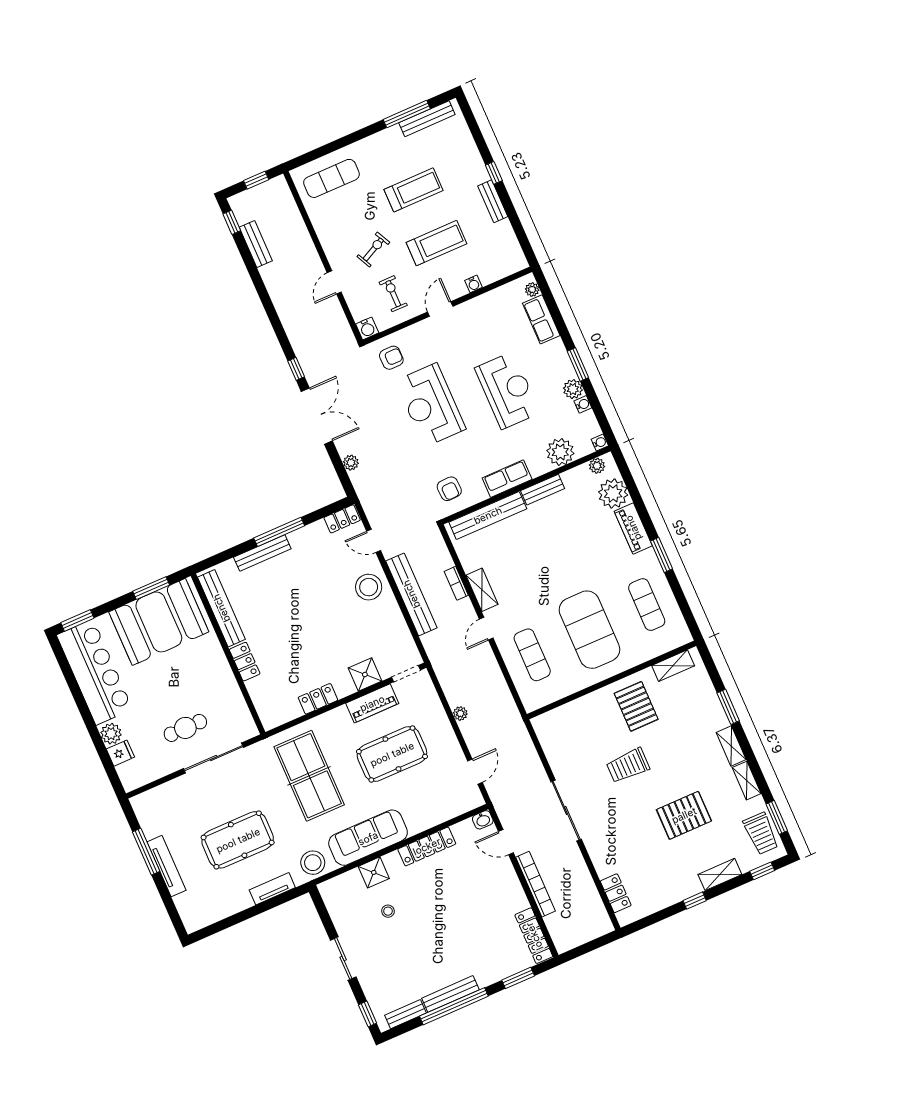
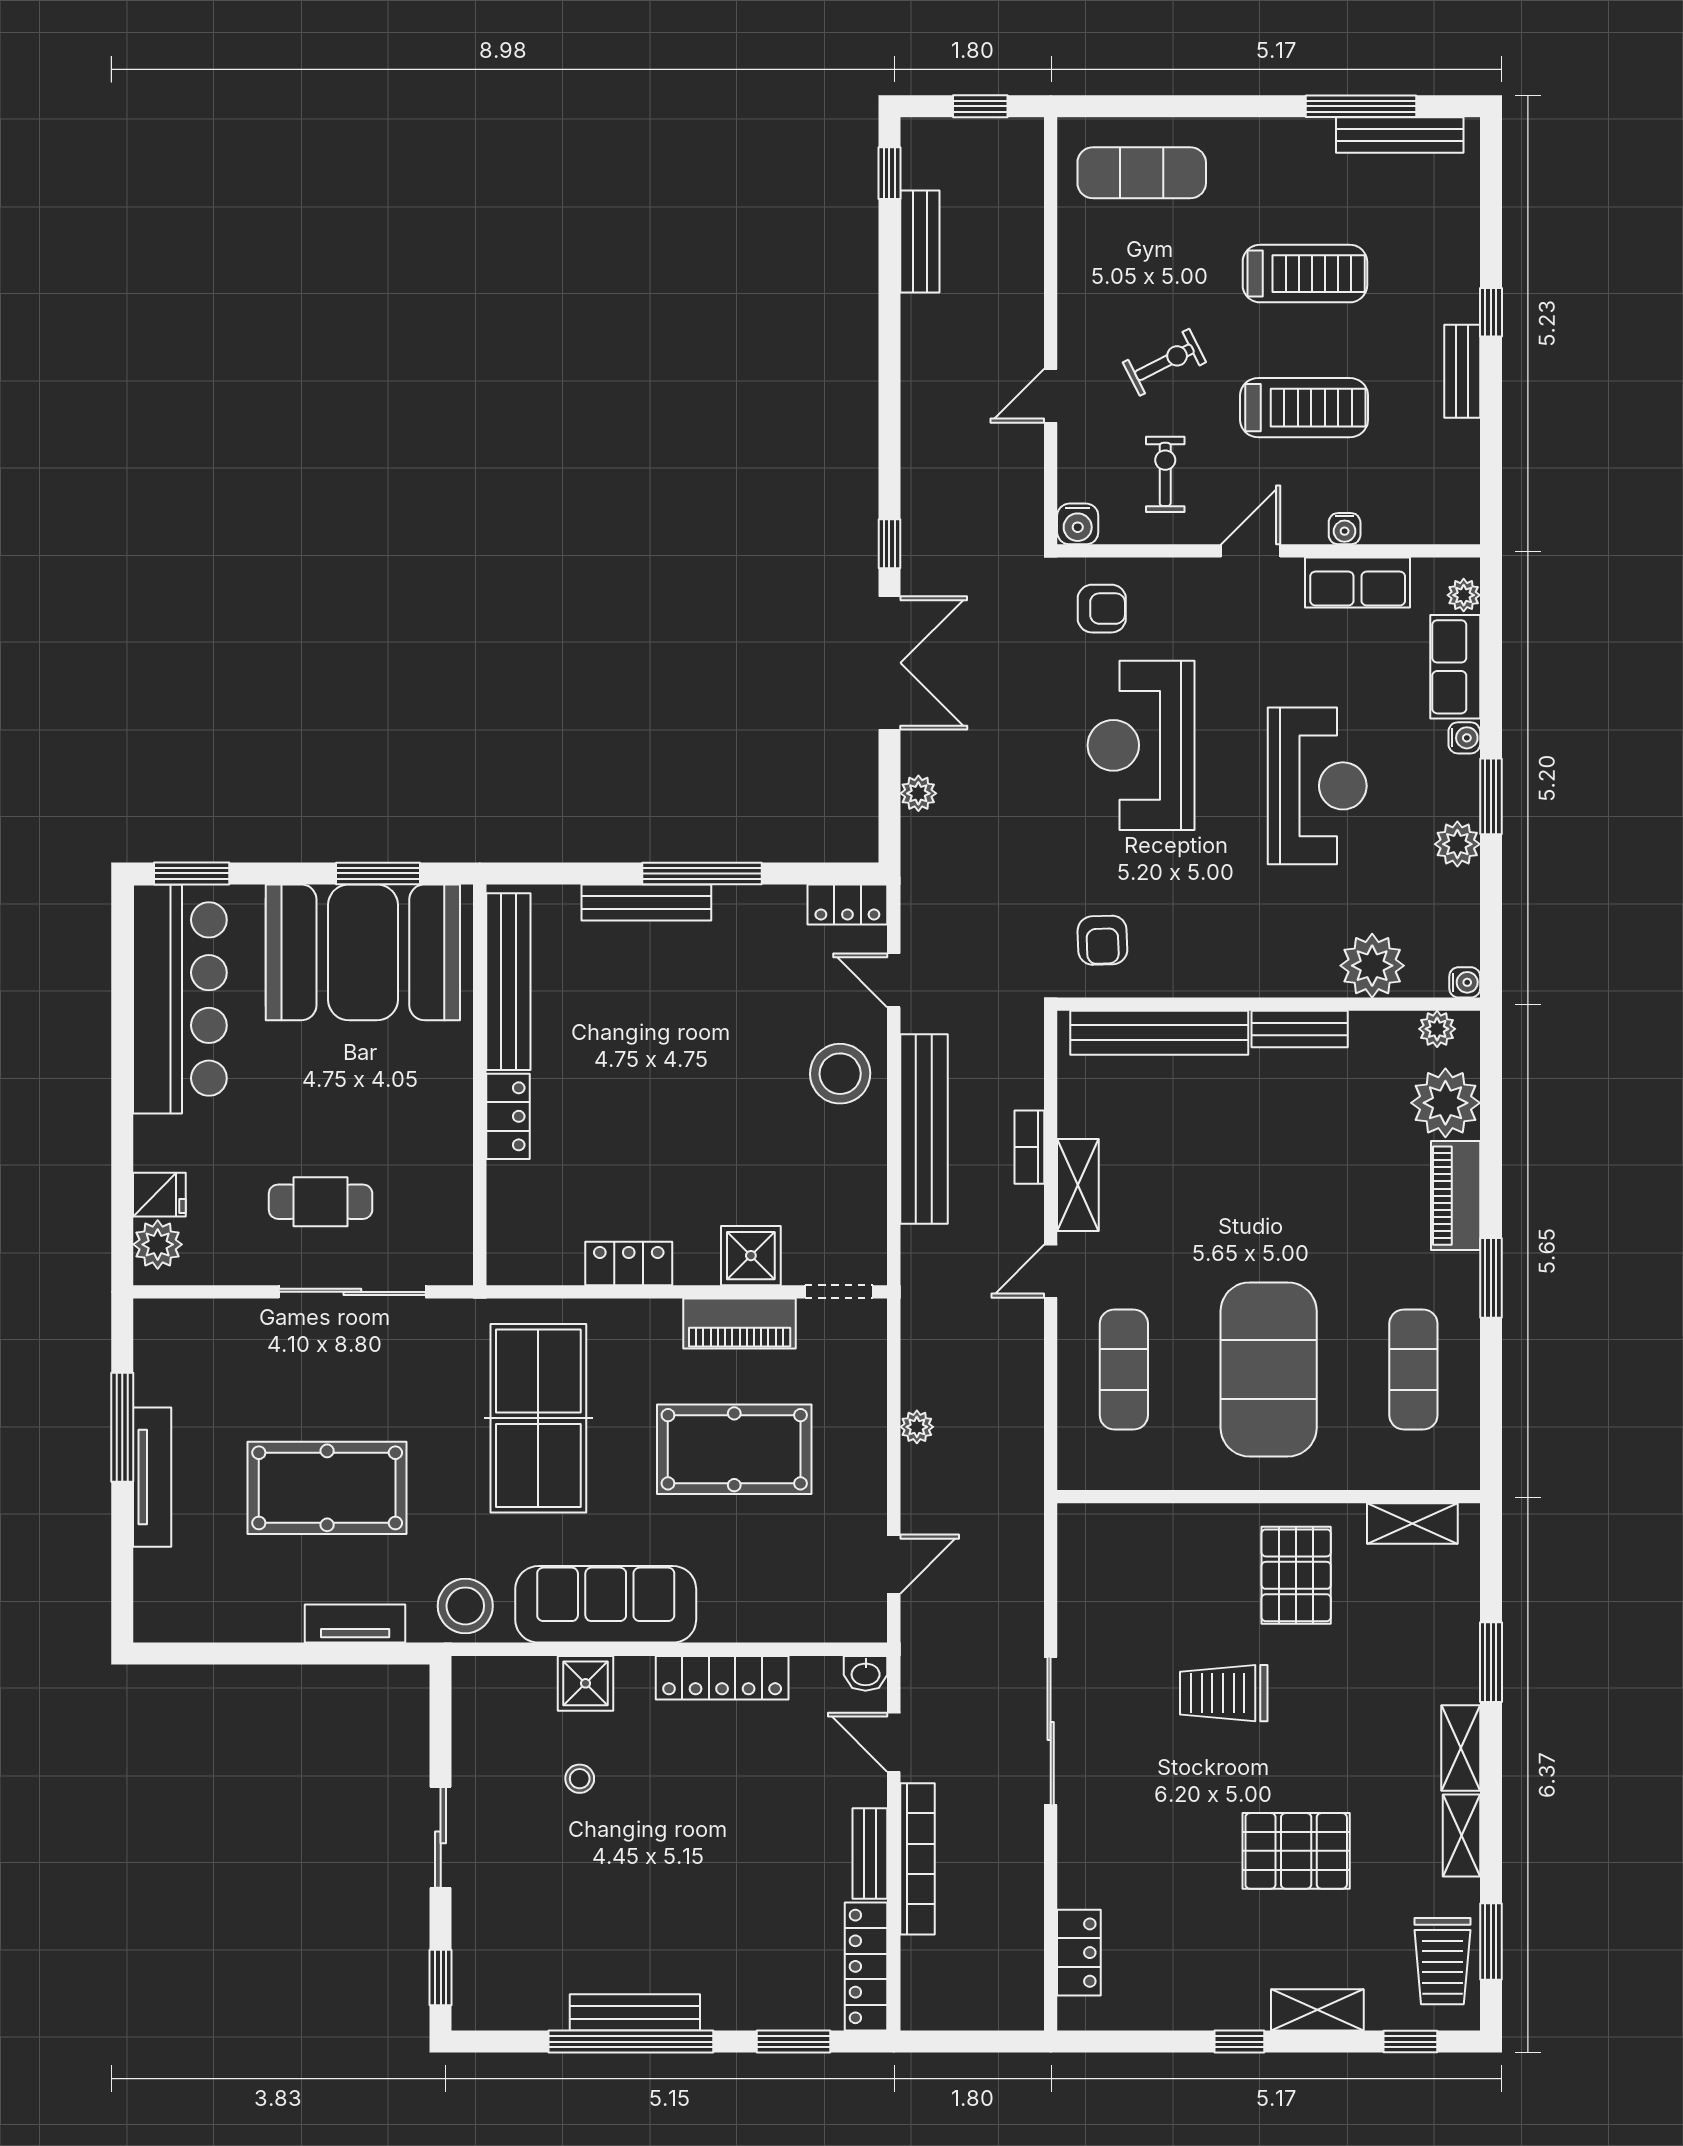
water cooler: (583, 404) -> (1464, 738), moved
row of seats: (507, 479) -> (1358, 583), moved, turned 180
plant: (111, 734) -> (158, 1244), moved
bench: (406, 1014) -> (870, 1853), moved, turned 90

